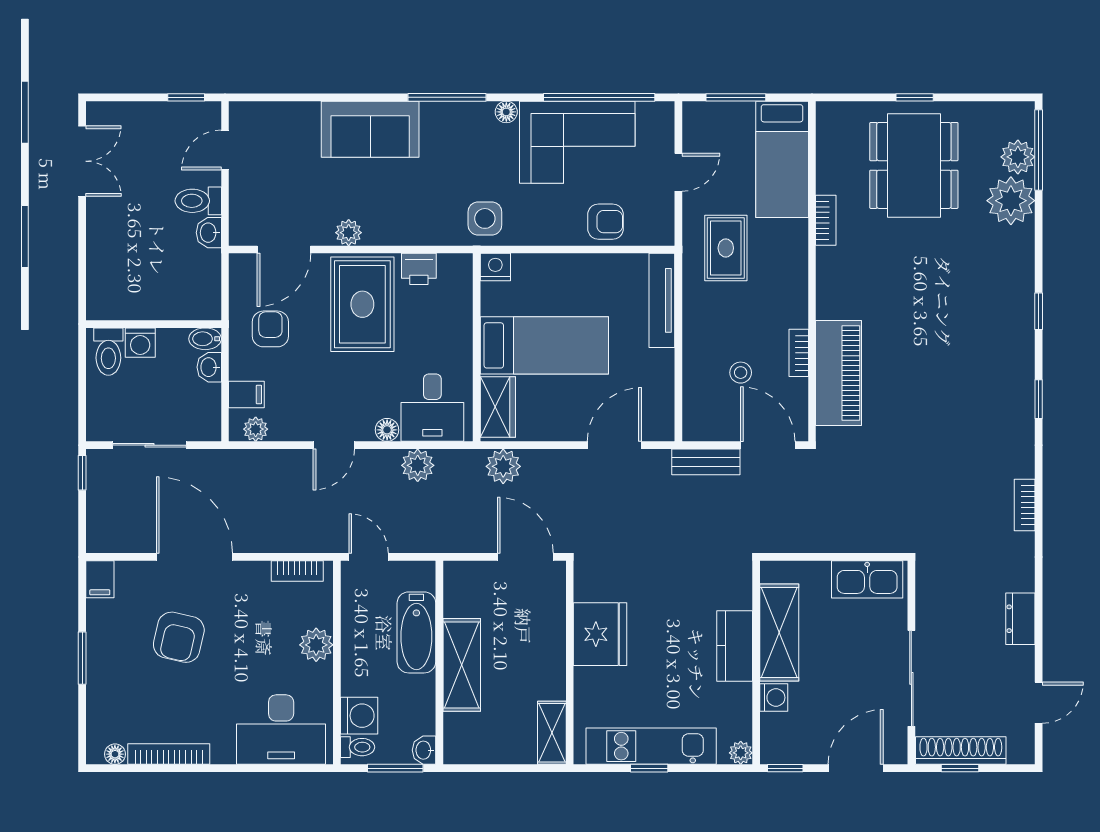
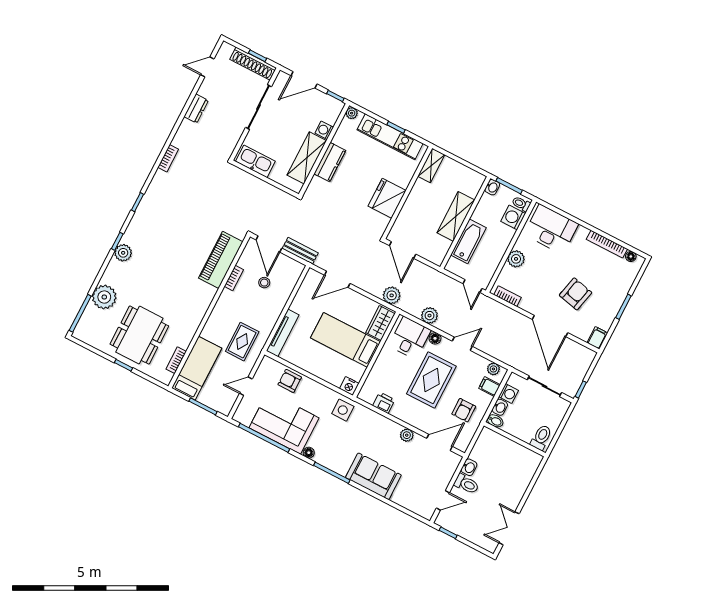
plant: (1018, 157) -> (123, 253), moved
bookcase: (826, 220) -> (176, 360), moved
rug: (362, 304) -> (431, 380), moved
washing machine: (140, 343) -> (508, 394), moved, turned 90

